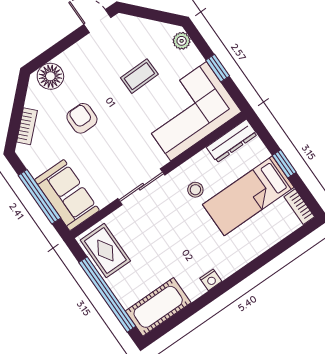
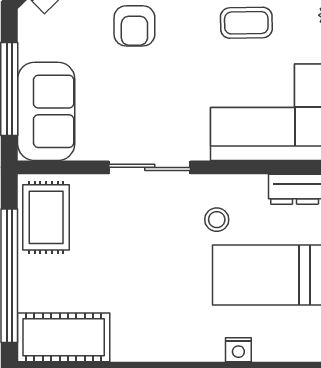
armchair: (82, 118) -> (134, 26), turned 180
nightstand: (211, 280) -> (238, 350), moved

